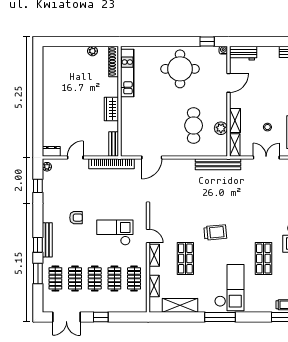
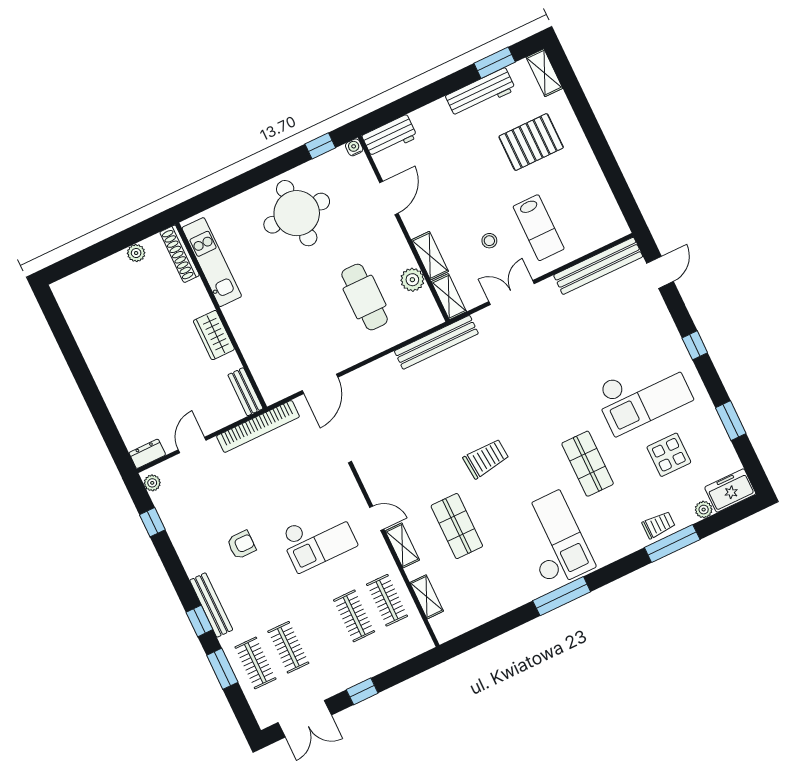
checkout: (115, 233) -> (318, 539), turned 180
clothes rail: (95, 278) -> (321, 632), removed
shelving: (180, 305) -> (485, 609), removed

